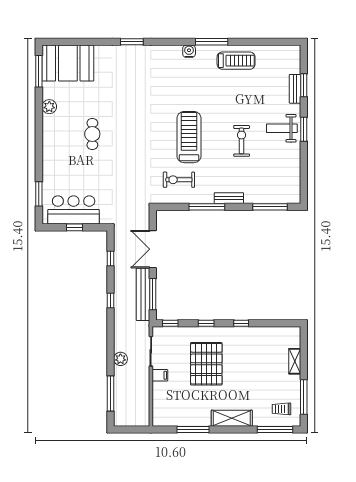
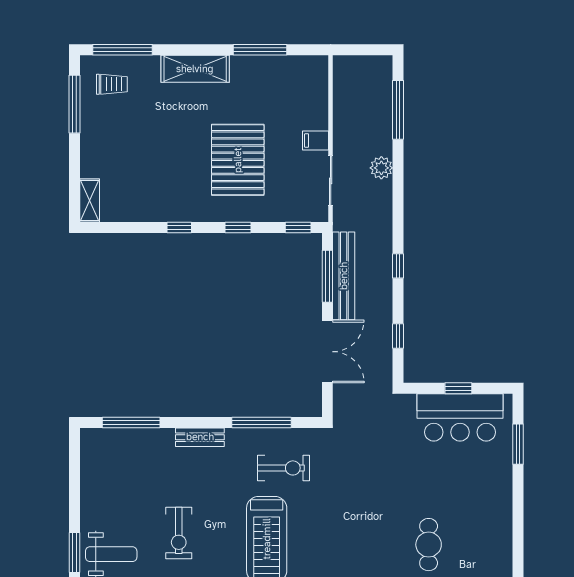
window: (207, 207) -> (262, 423), moved
shelving: (295, 361) -> (90, 201), moved

